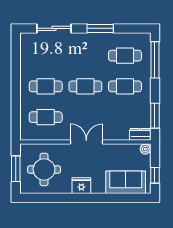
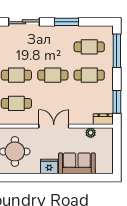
plant: (145, 149) -> (91, 133), moved
window: (155, 175) -> (117, 157), removed
sofa: (126, 182) -> (77, 163), moved

